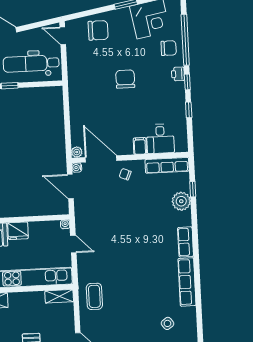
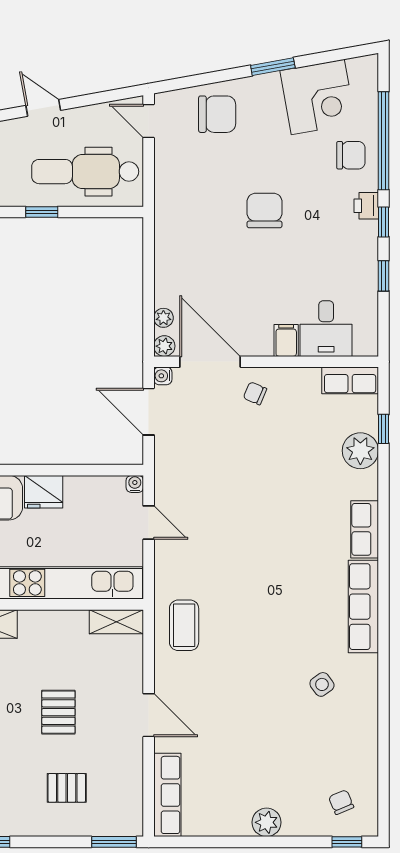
plant: (76, 137) -> (163, 318), added
row of seats: (167, 165) -> (350, 380), width x0.68

